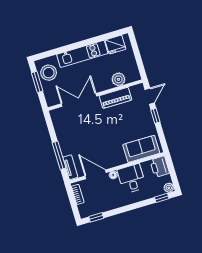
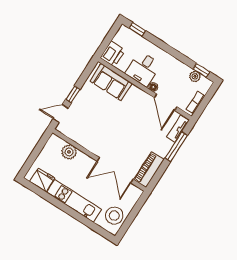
window: (37, 82) -> (130, 218), removed
piano: (115, 98) -> (149, 170), moved, turned -90
plant: (169, 188) -> (195, 76), moved

